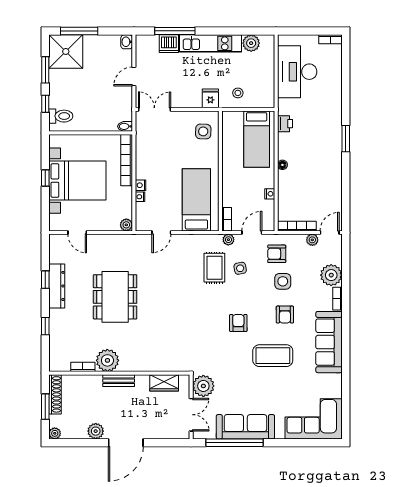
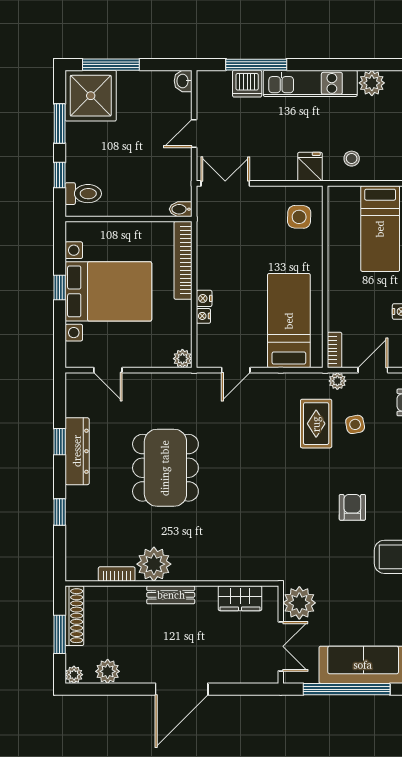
plant: (96, 431) -> (108, 671), moved

